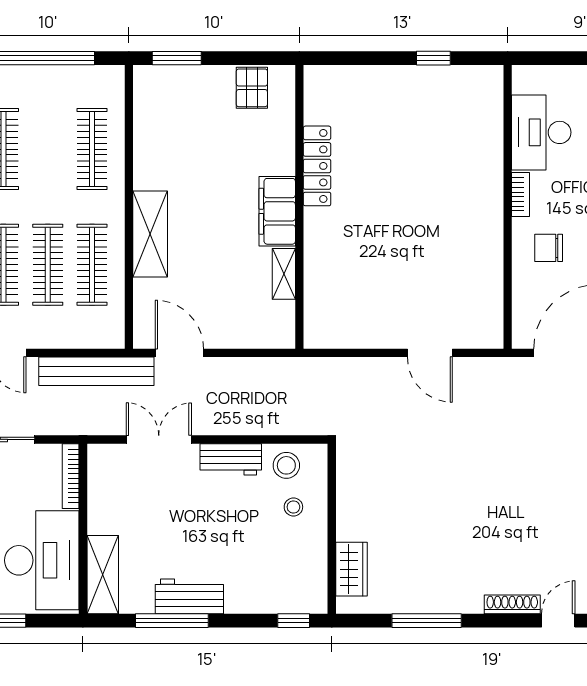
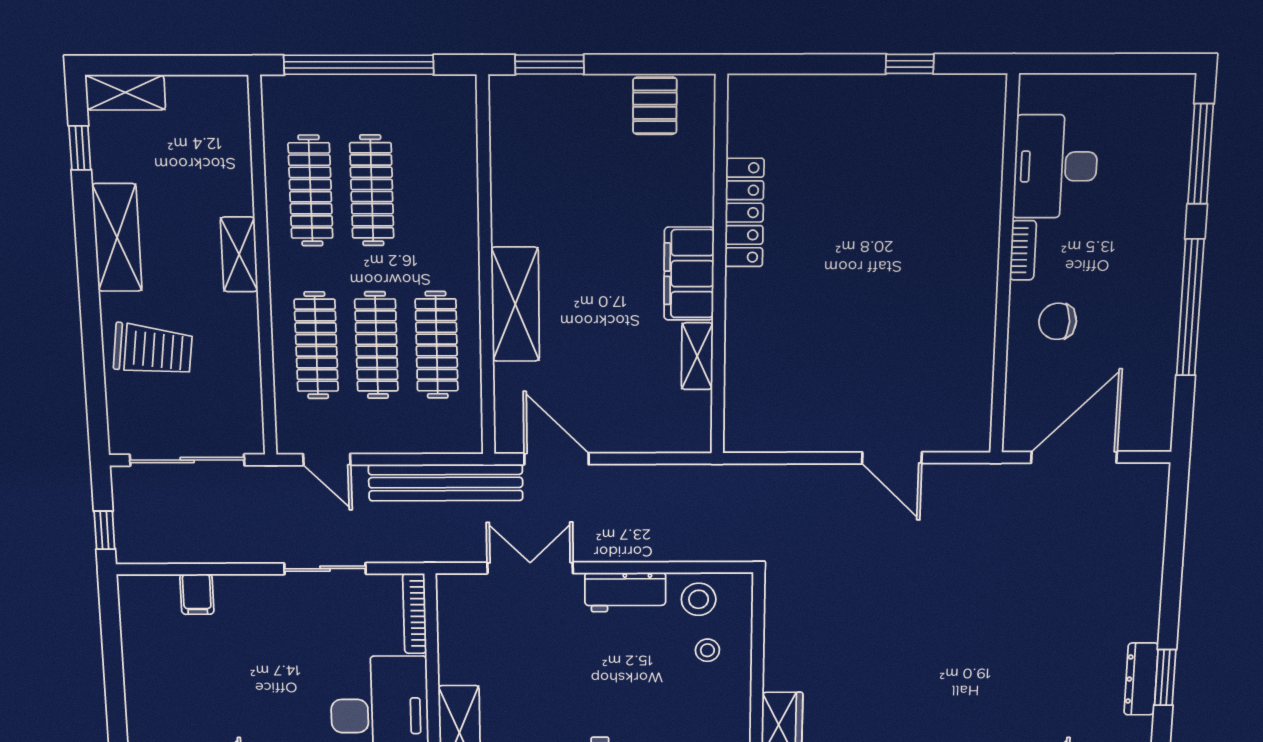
clothes rail: (92, 149) -> (372, 191), moved

